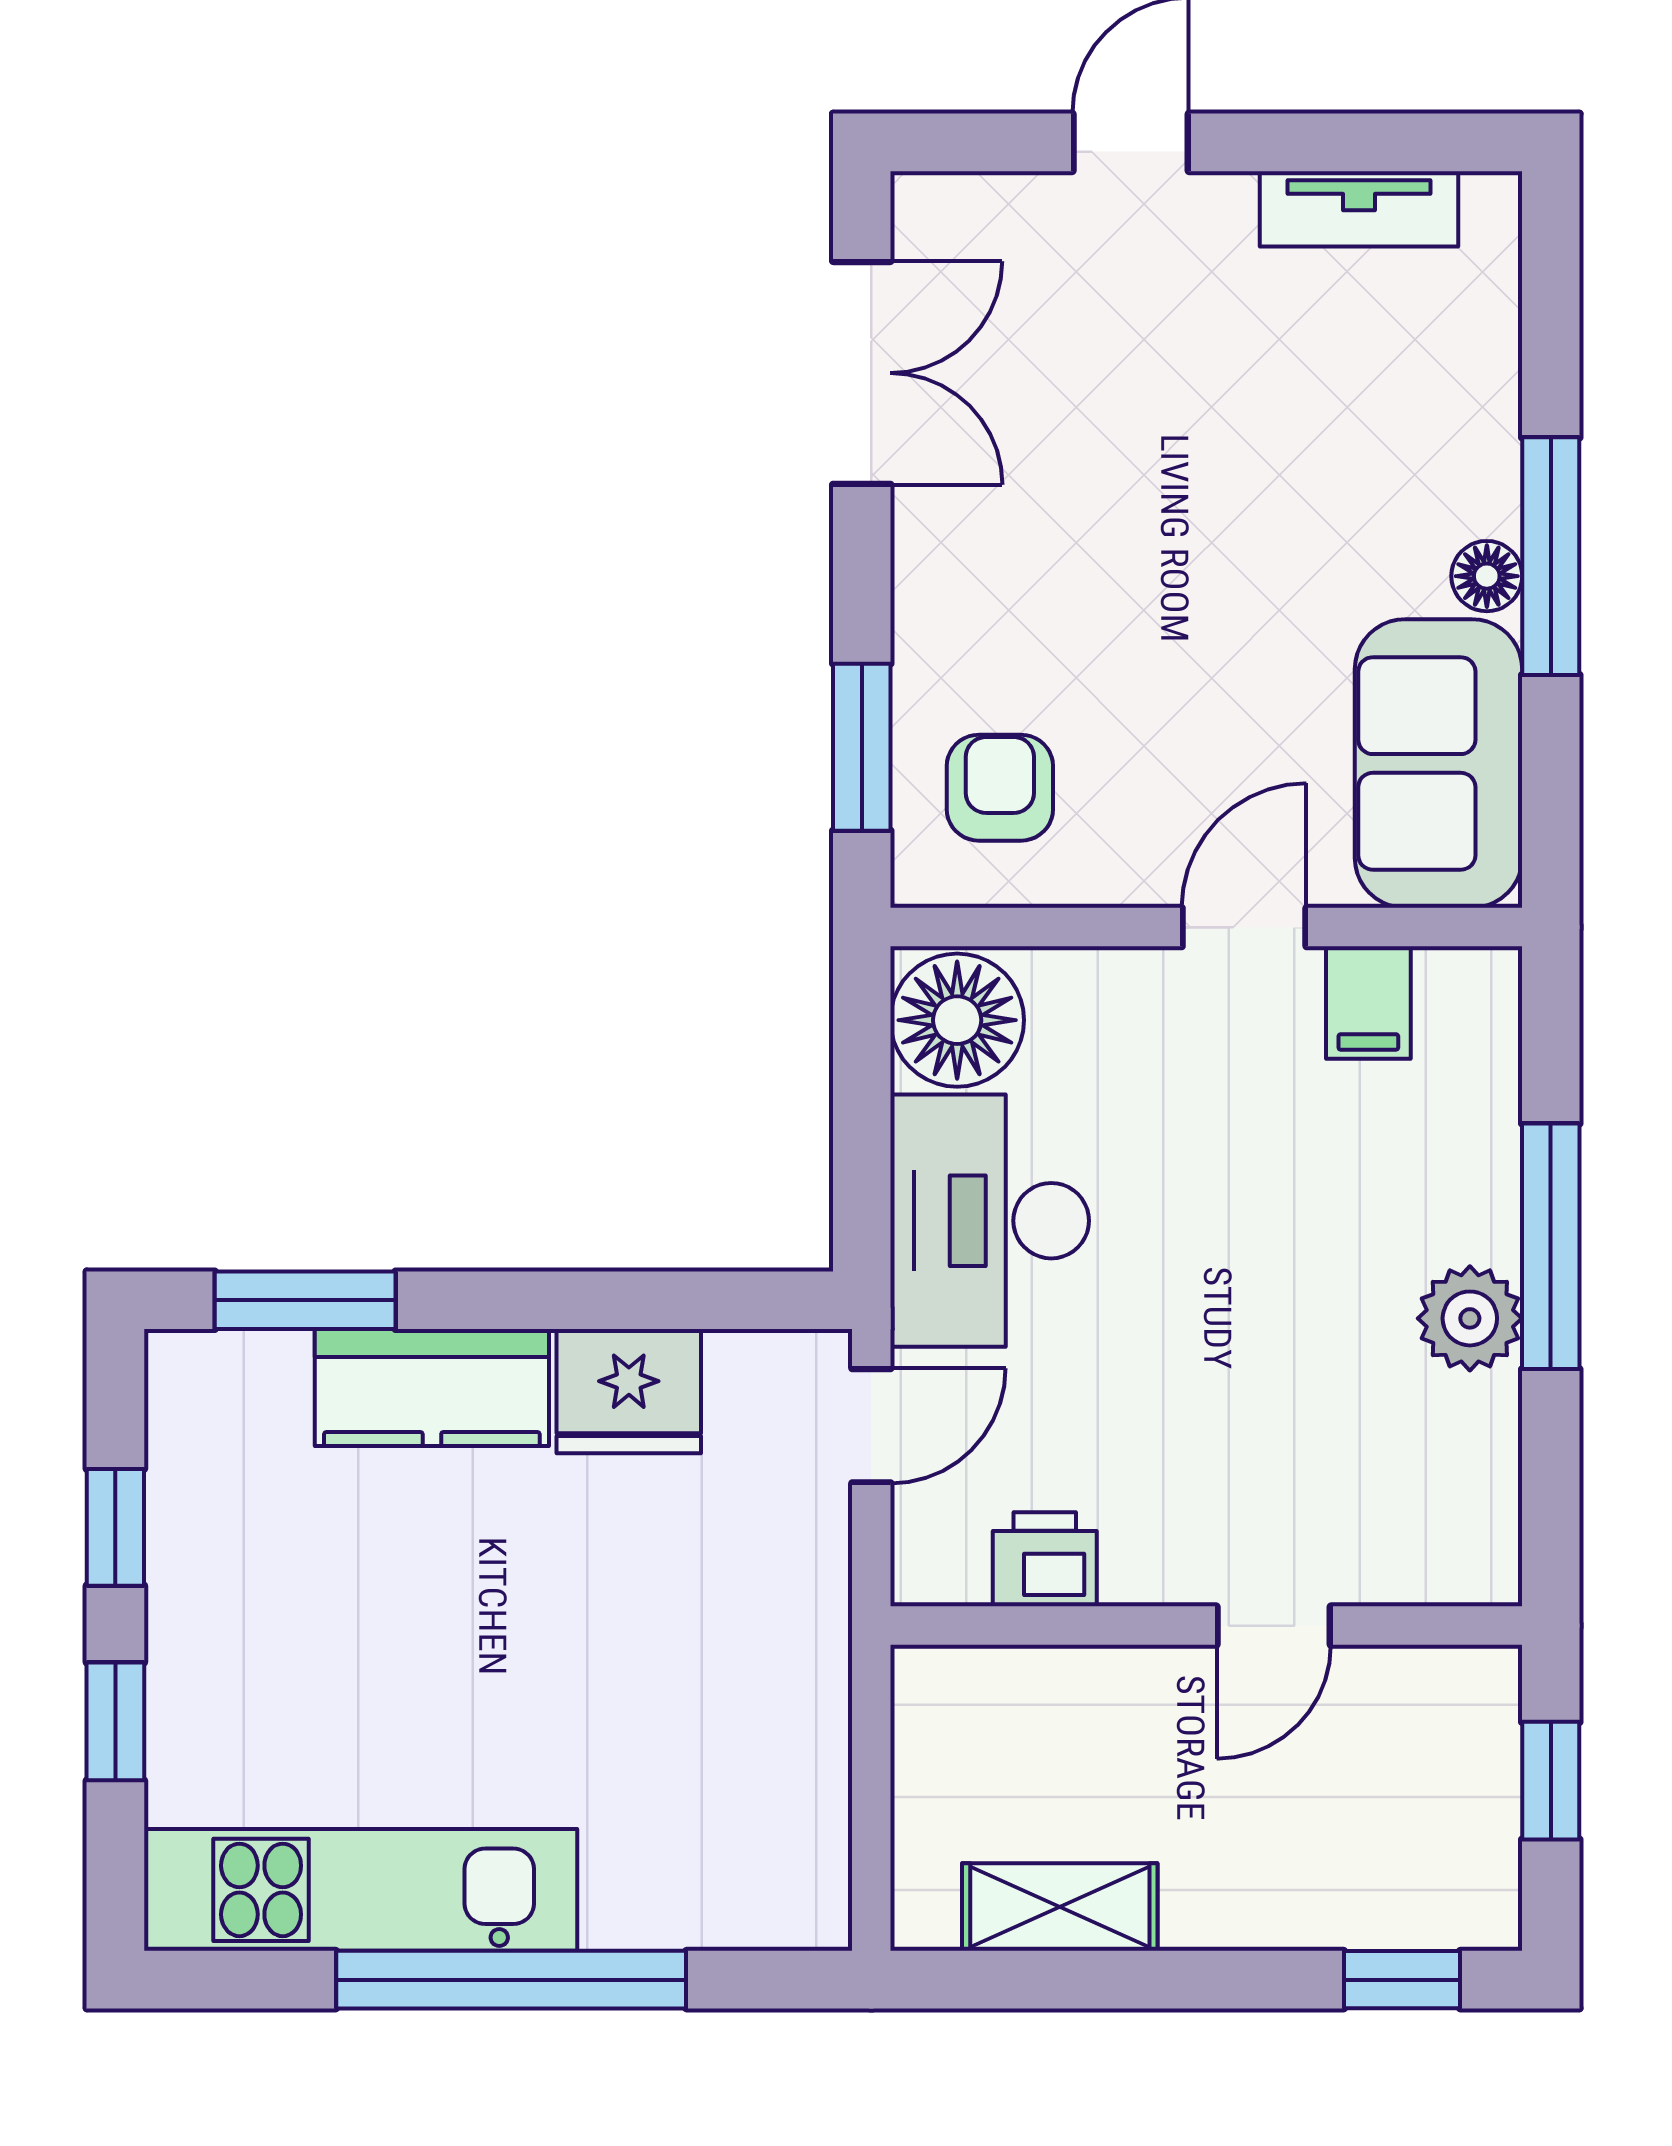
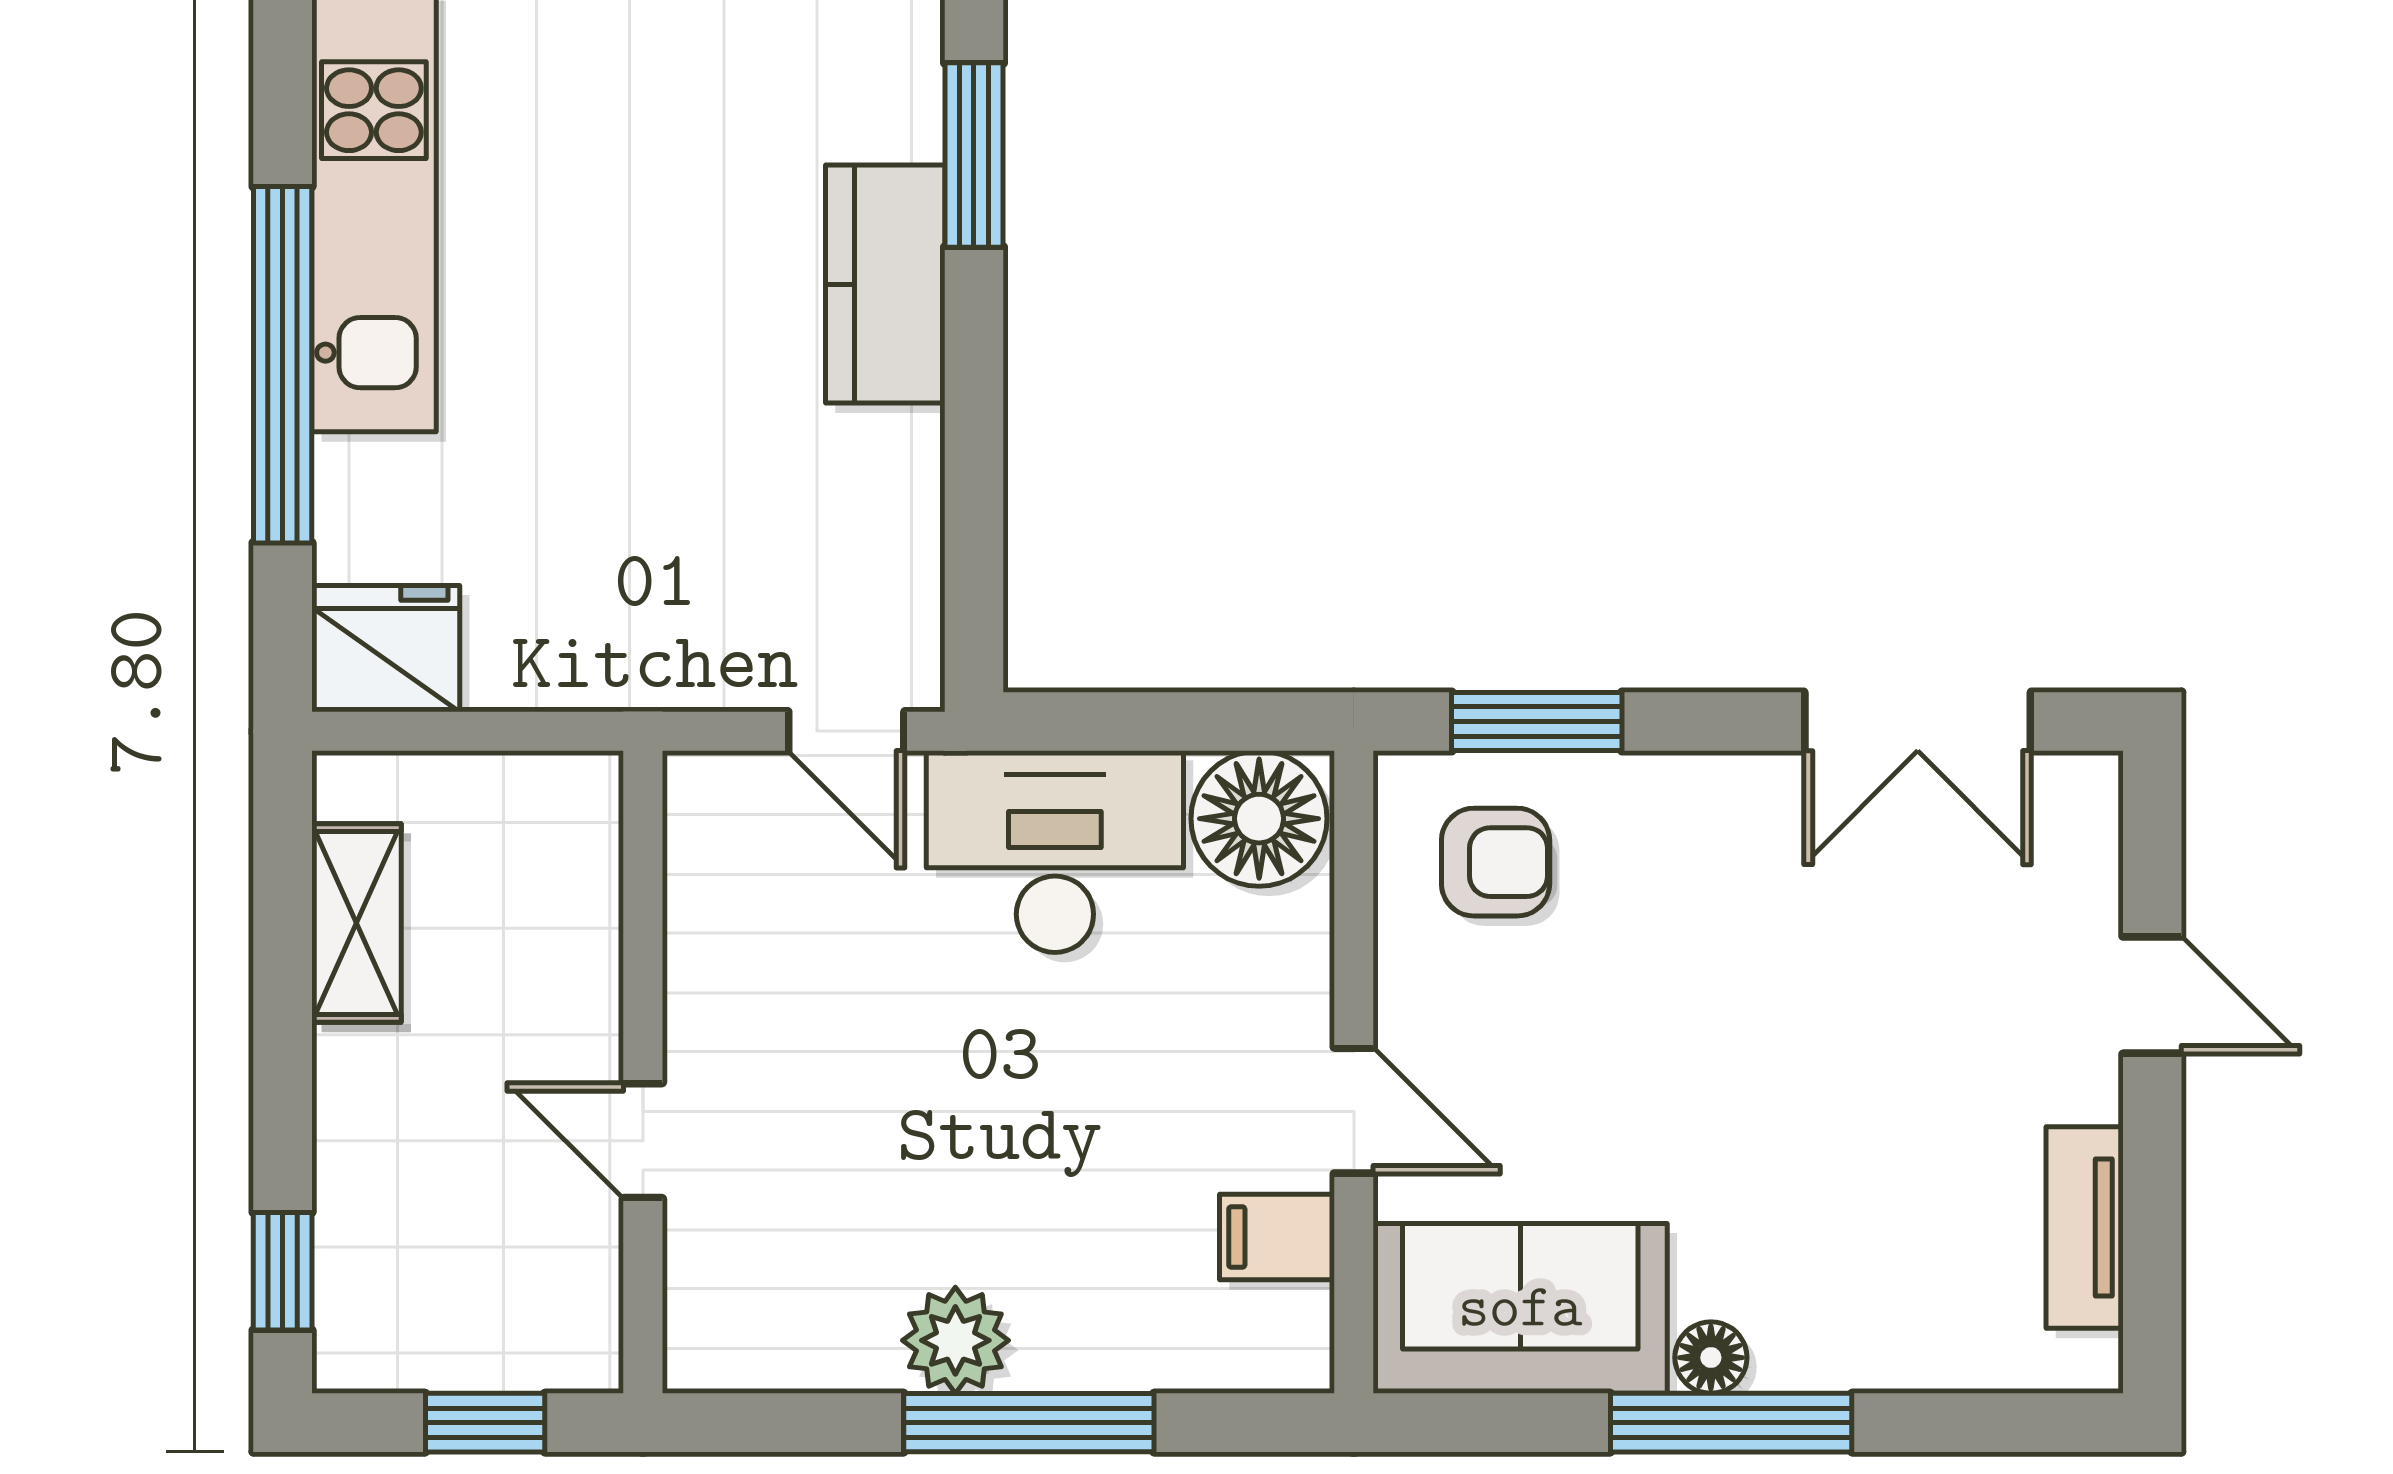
fridge: (629, 1391) -> (386, 649), moved, turned 90
printer: (1045, 1559) -> (710, 908), removed

